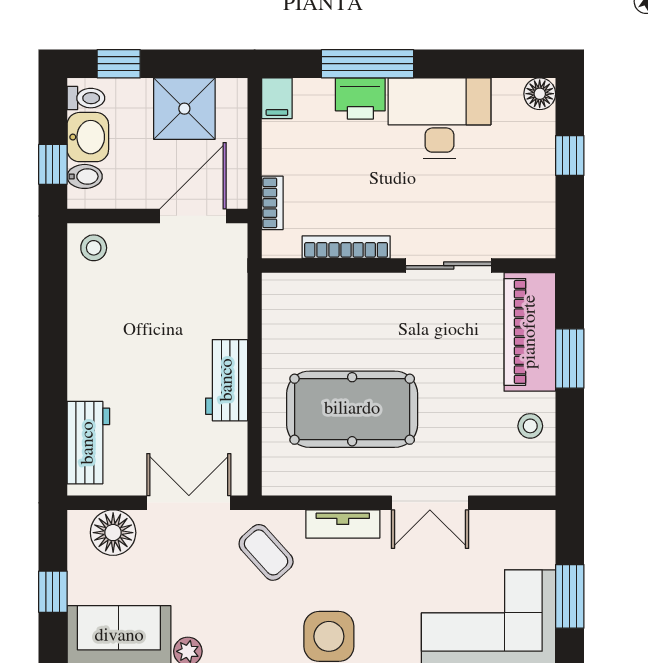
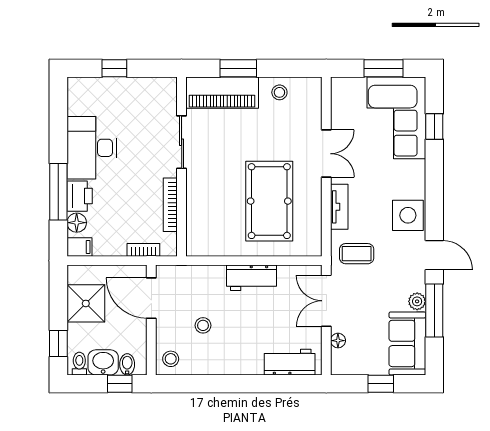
floor lamp: (540, 94) -> (77, 223), moved
stool: (148, 301) -> (203, 325), added
floor lamp: (113, 533) -> (338, 341), width x0.53, depth x0.53
coffee table: (266, 552) -> (357, 254), turned 42

